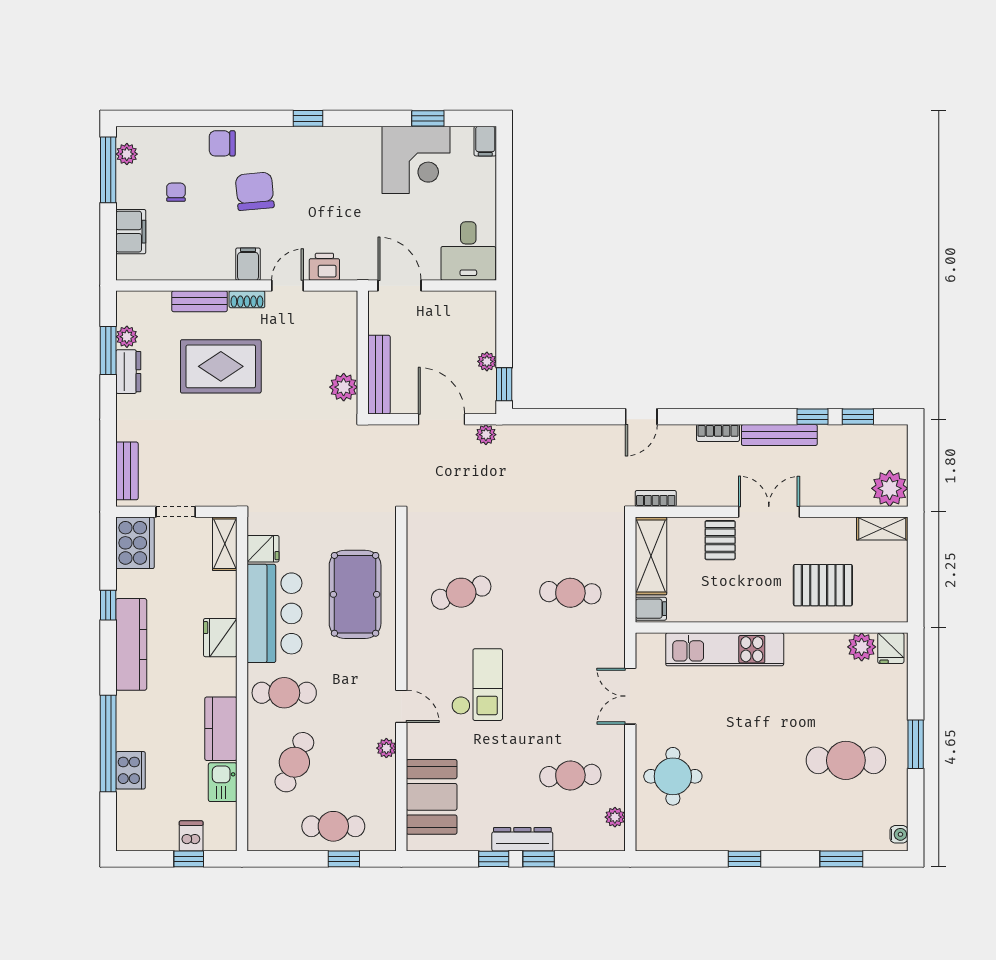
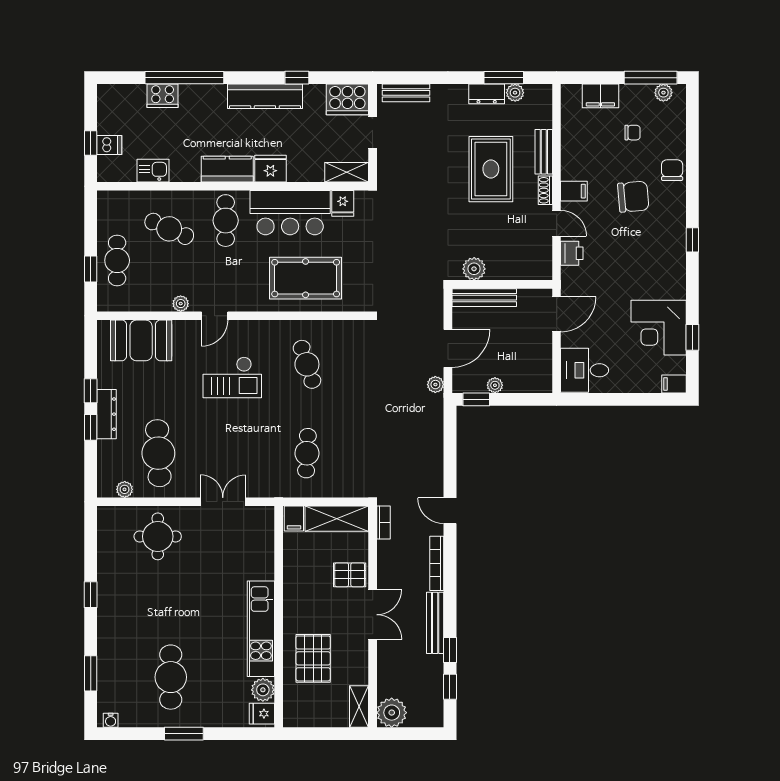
bookcase: (718, 433) -> (437, 563), width x1.56
kitchen unit: (725, 649) -> (261, 629), moved
kitchen counter: (221, 729) -> (227, 169), moved
cafe table: (570, 776) -> (158, 453), width x1.37, depth x1.35

